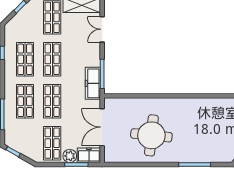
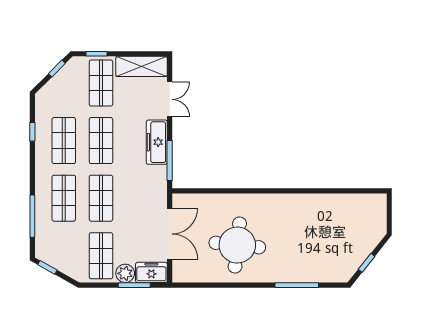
double door: (102, 29) -> (170, 99), swing flipped
freezer: (93, 83) -> (157, 142), moved
double door: (102, 127) -> (170, 234), swing flipped

